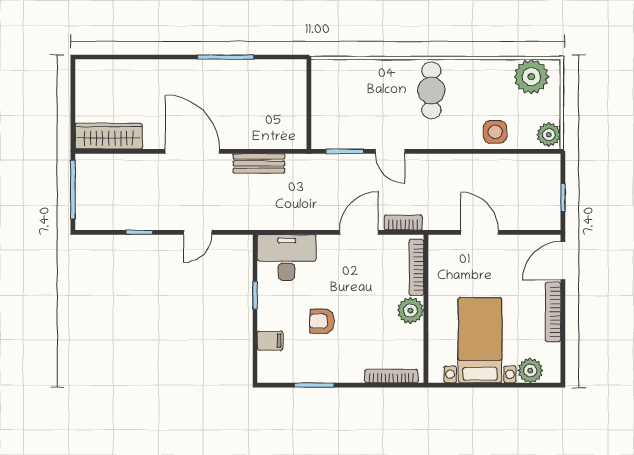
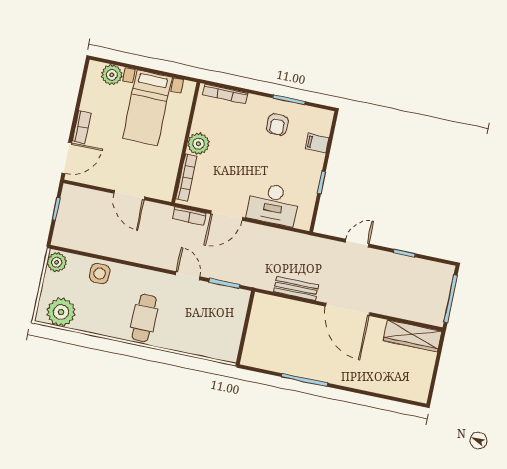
desk: (287, 258) -> (273, 204), moved
bookcase: (553, 312) -> (82, 127), width x0.64
armchair: (322, 321) -> (277, 124), moved, turned 90

